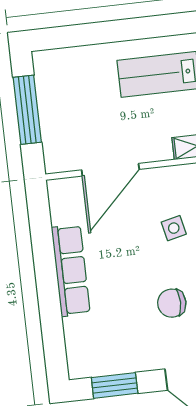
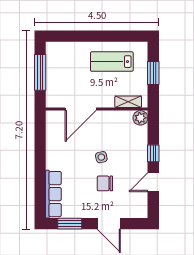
side table: (174, 228) -> (101, 157), moved
row of seats: (71, 270) -> (53, 194), moved

